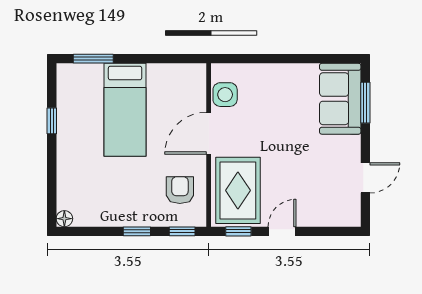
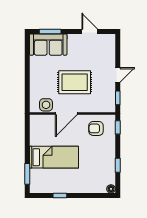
door: (209, 133) -> (66, 113), hinge flipped
rug: (238, 190) -> (75, 82), moved
window: (137, 231) -> (118, 165), moved
door: (282, 231) -> (118, 75), swing flipped

